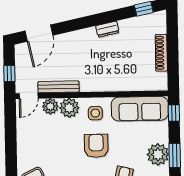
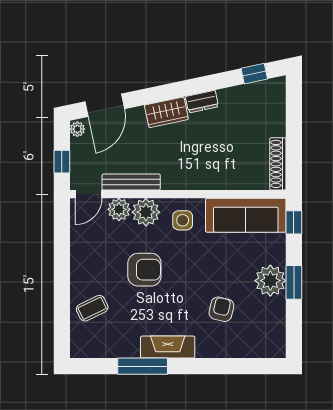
wardrobe: (82, 37) -> (166, 112), added
plant: (20, 50) -> (77, 129), added
shoe rack: (161, 53) -> (278, 164), moved
armchair: (96, 146) -> (144, 270), moved, turned 90

